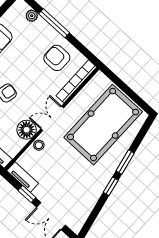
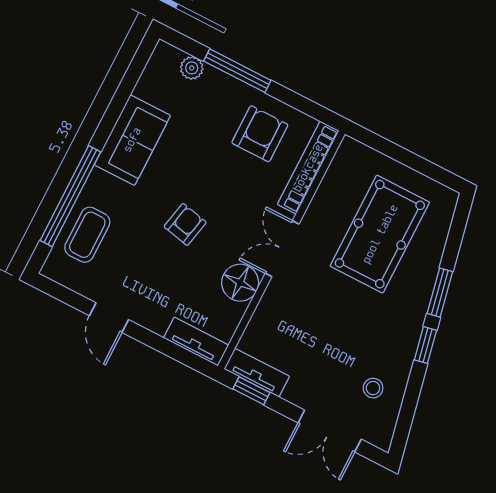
armchair: (57, 58) -> (260, 134), turned 90
pool table: (103, 125) -> (380, 234), width x0.73, depth x0.76
stool: (39, 145) -> (373, 388), moved
window: (27, 194) -> (251, 391), moved

